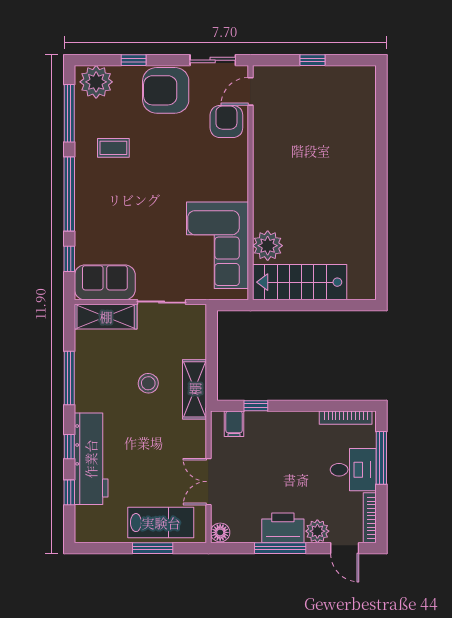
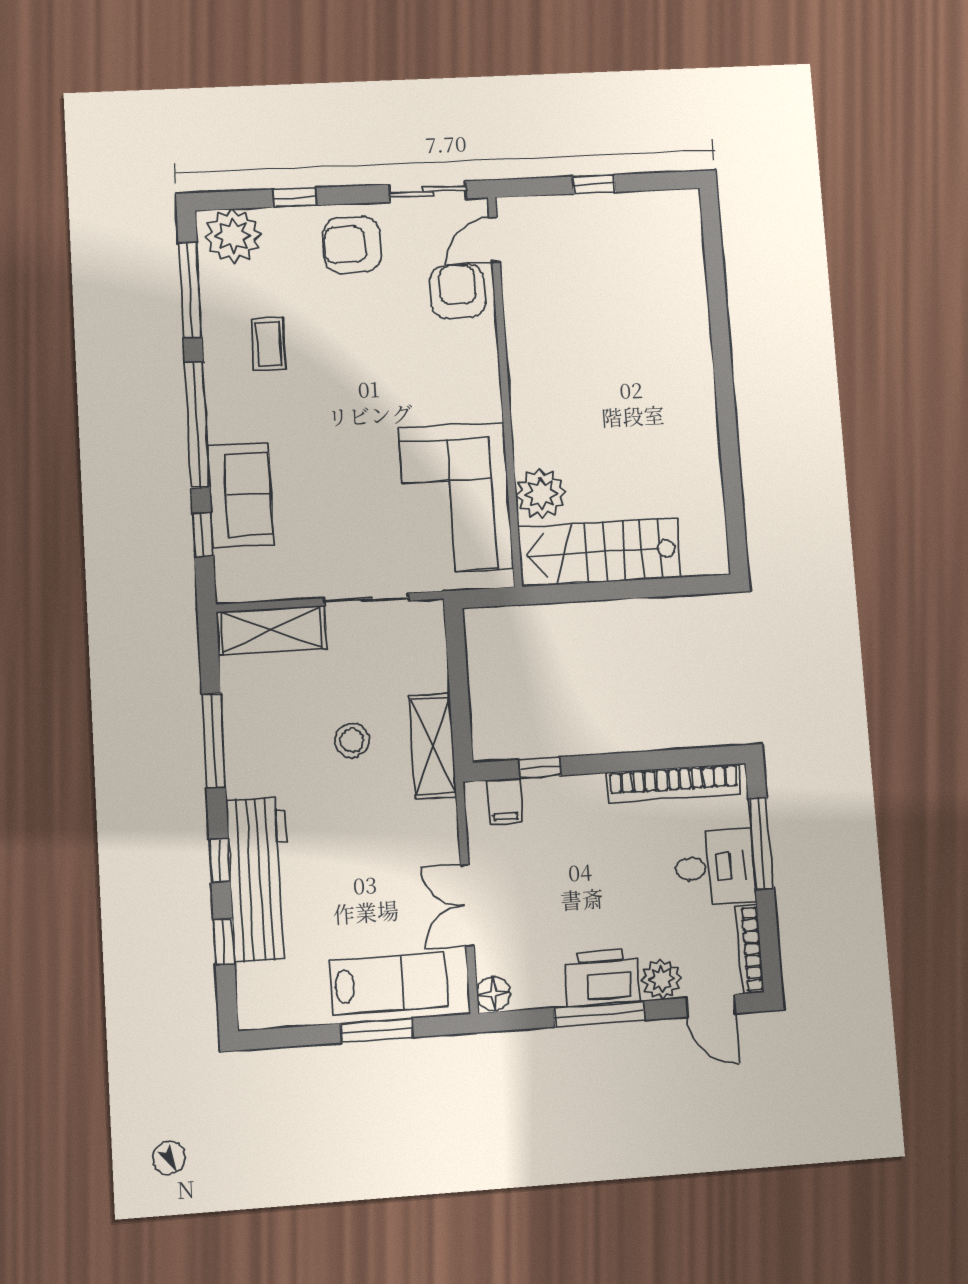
armchair: (166, 90) -> (352, 245), width x0.73, depth x0.73
coffee table: (113, 148) -> (269, 344), turned 90
sofa: (105, 282) -> (240, 495), moved, turned 90
bookcase: (346, 418) -> (674, 783), width x1.48, depth x1.31

